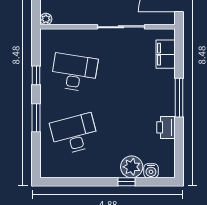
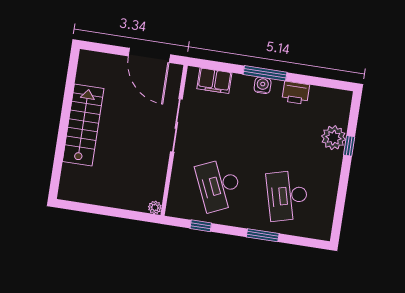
desk: (74, 72) -> (219, 185), turned -33
window: (36, 75) -> (201, 226), moved
water cooler: (151, 171) -> (263, 85), moved, turned -90

